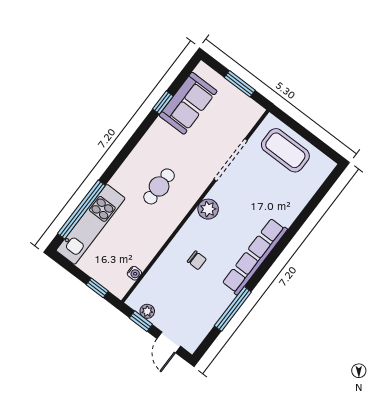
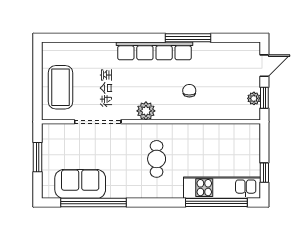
window: (163, 102) -> (94, 203), width x3.17
cafe table: (159, 186) -> (157, 159), turned 90
water cooler: (134, 273) -> (233, 129), removed
window: (97, 288) -> (264, 173), moved
window: (233, 309) -> (188, 38), moved

